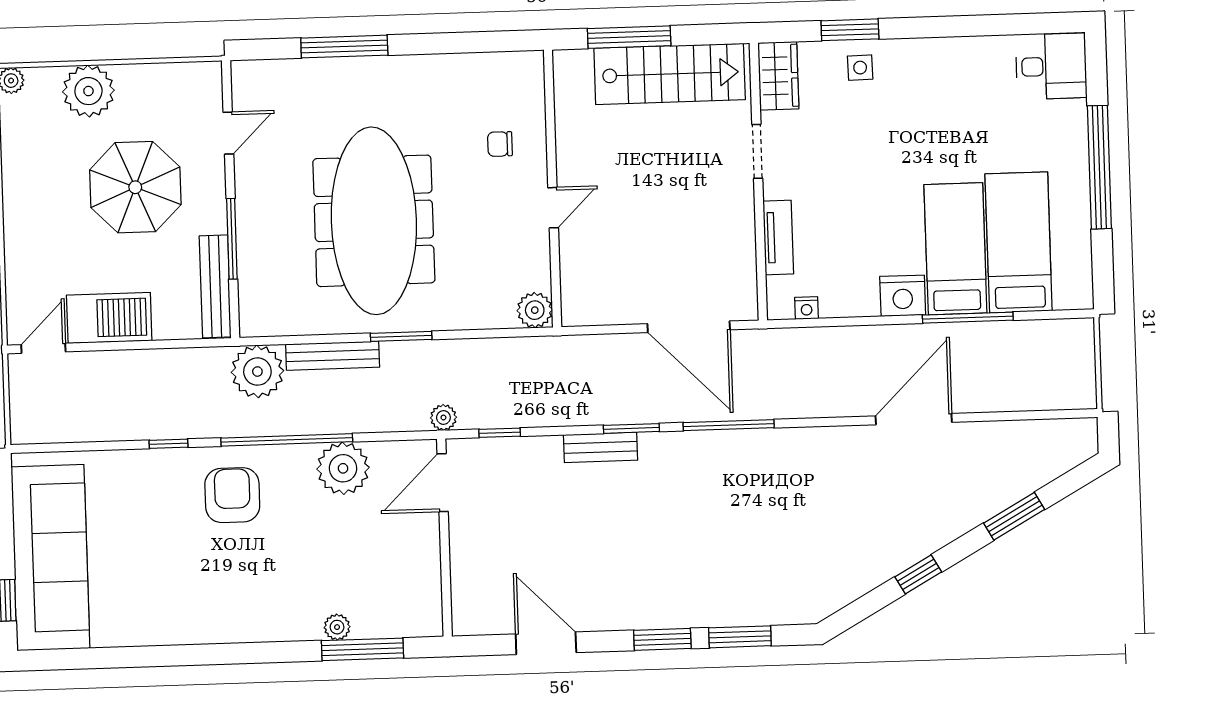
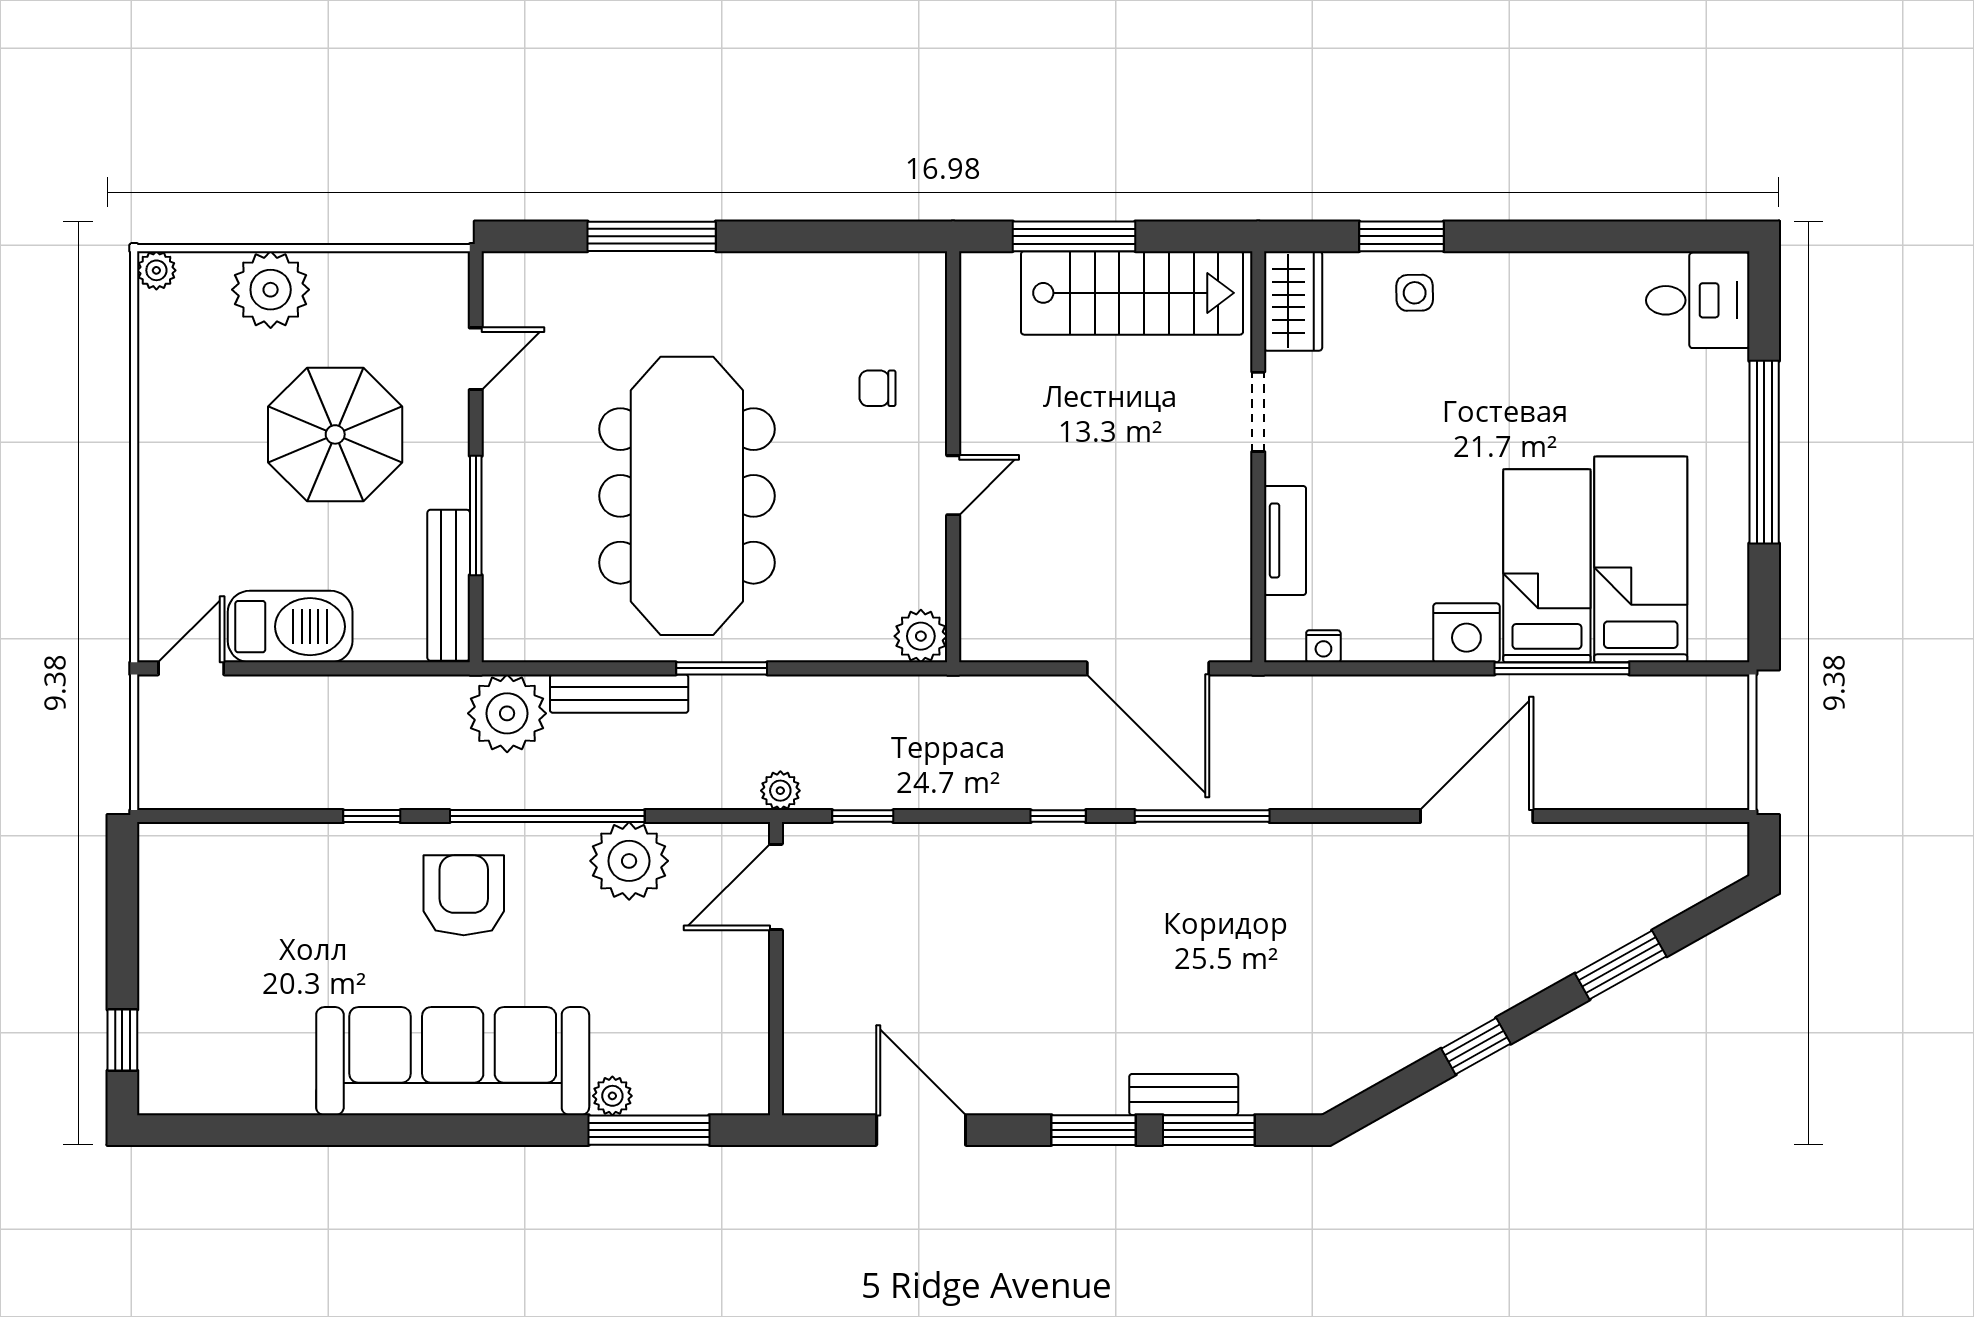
window: (631, 428) -> (1058, 816), width x0.67
bench: (601, 447) -> (1184, 1095), moved
sofa: (50, 558) -> (453, 1061), moved, turned -90

